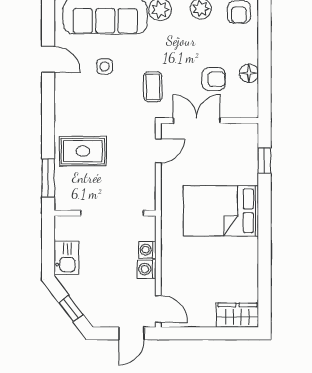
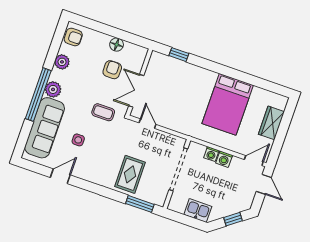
bed: (221, 211) -> (228, 104), moved
wardrobe: (237, 315) -> (271, 123), moved

